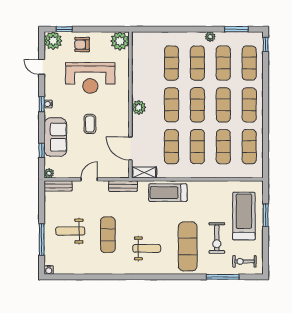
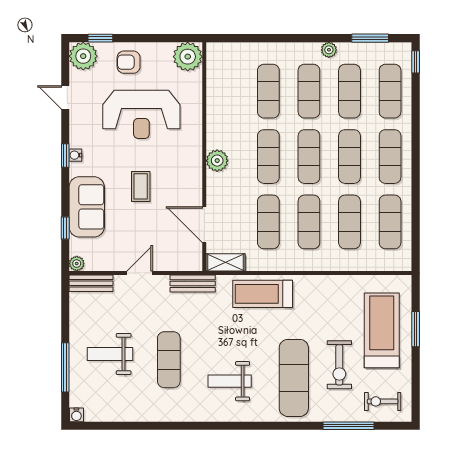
weight bench: (147, 248) -> (230, 381), turned 180

